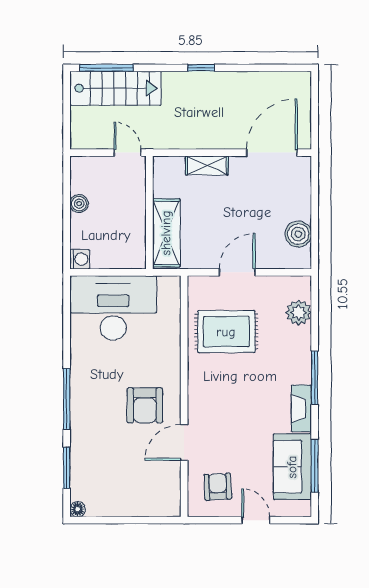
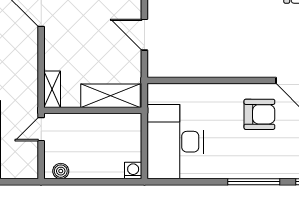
shelving: (207, 165) -> (52, 89), moved
boiler: (79, 204) -> (61, 171), moved
rug: (226, 332) -> (196, 44), removed

